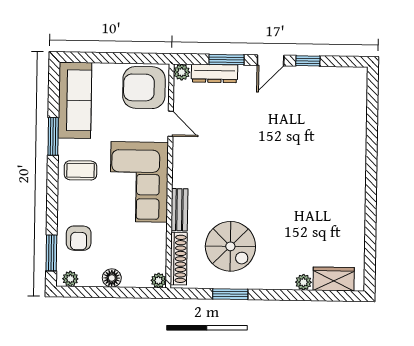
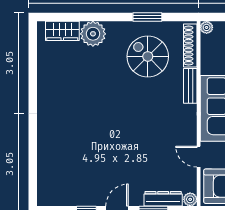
plant: (303, 282) -> (93, 34), width x1.87, depth x1.87

